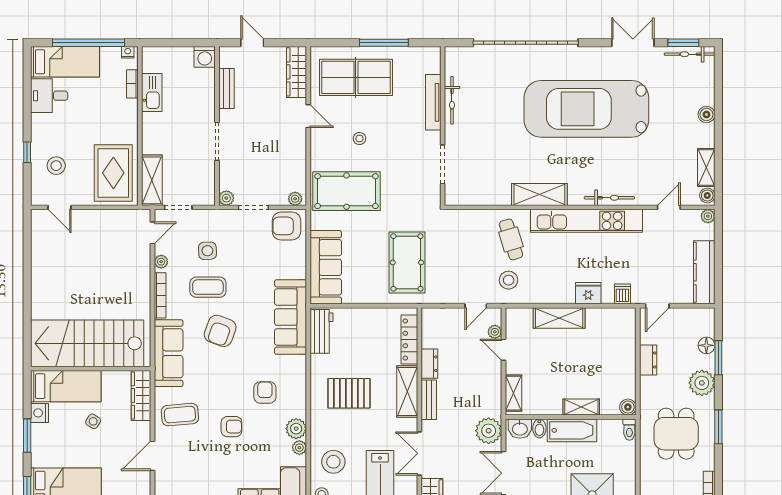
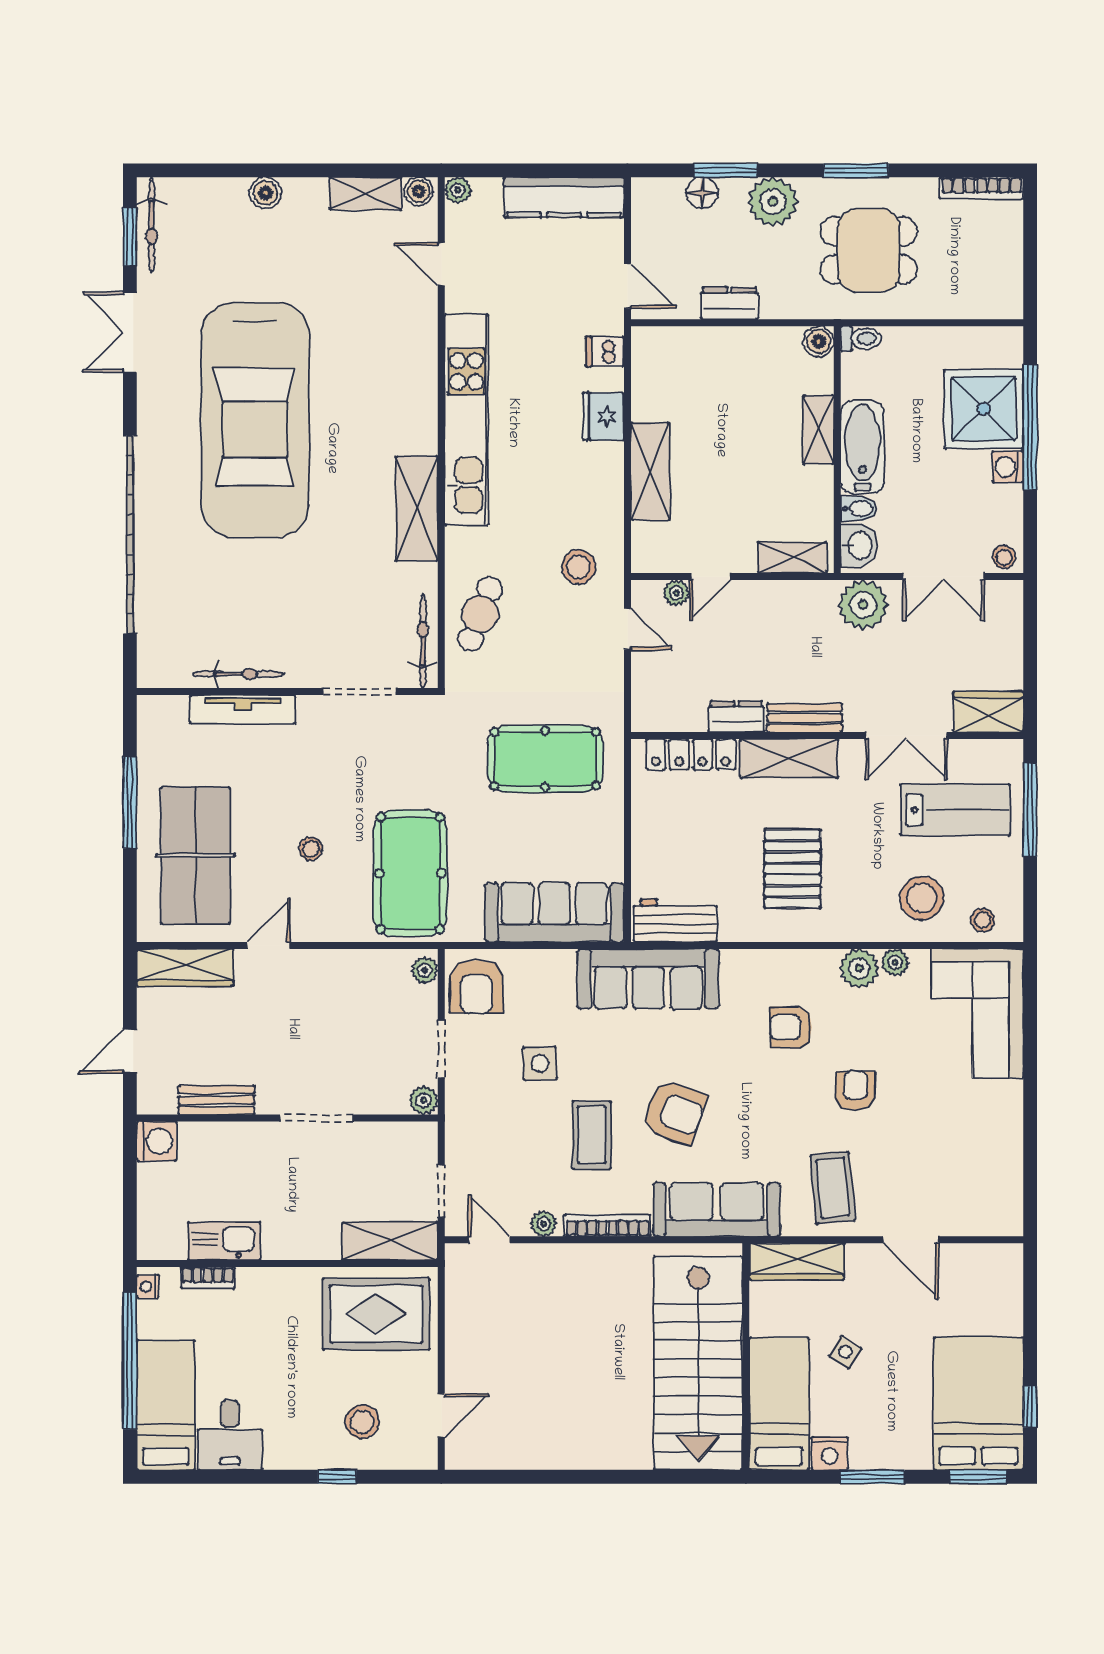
bicycle: (609, 198) -> (423, 641), moved
cafe table: (511, 239) -> (480, 614), moved, turned -52
side table: (207, 251) -> (540, 1063), moved

